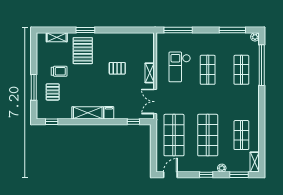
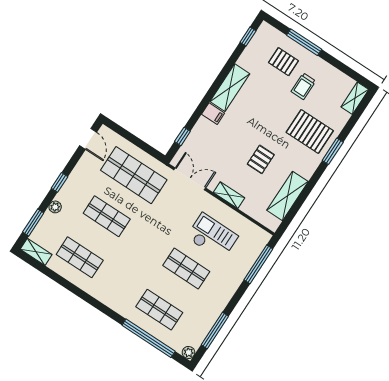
shelving: (57, 37) -> (355, 98), moved
shelving: (128, 39) -> (288, 196), added
shop shelf: (208, 135) -> (107, 216), width x0.70, depth x0.74

